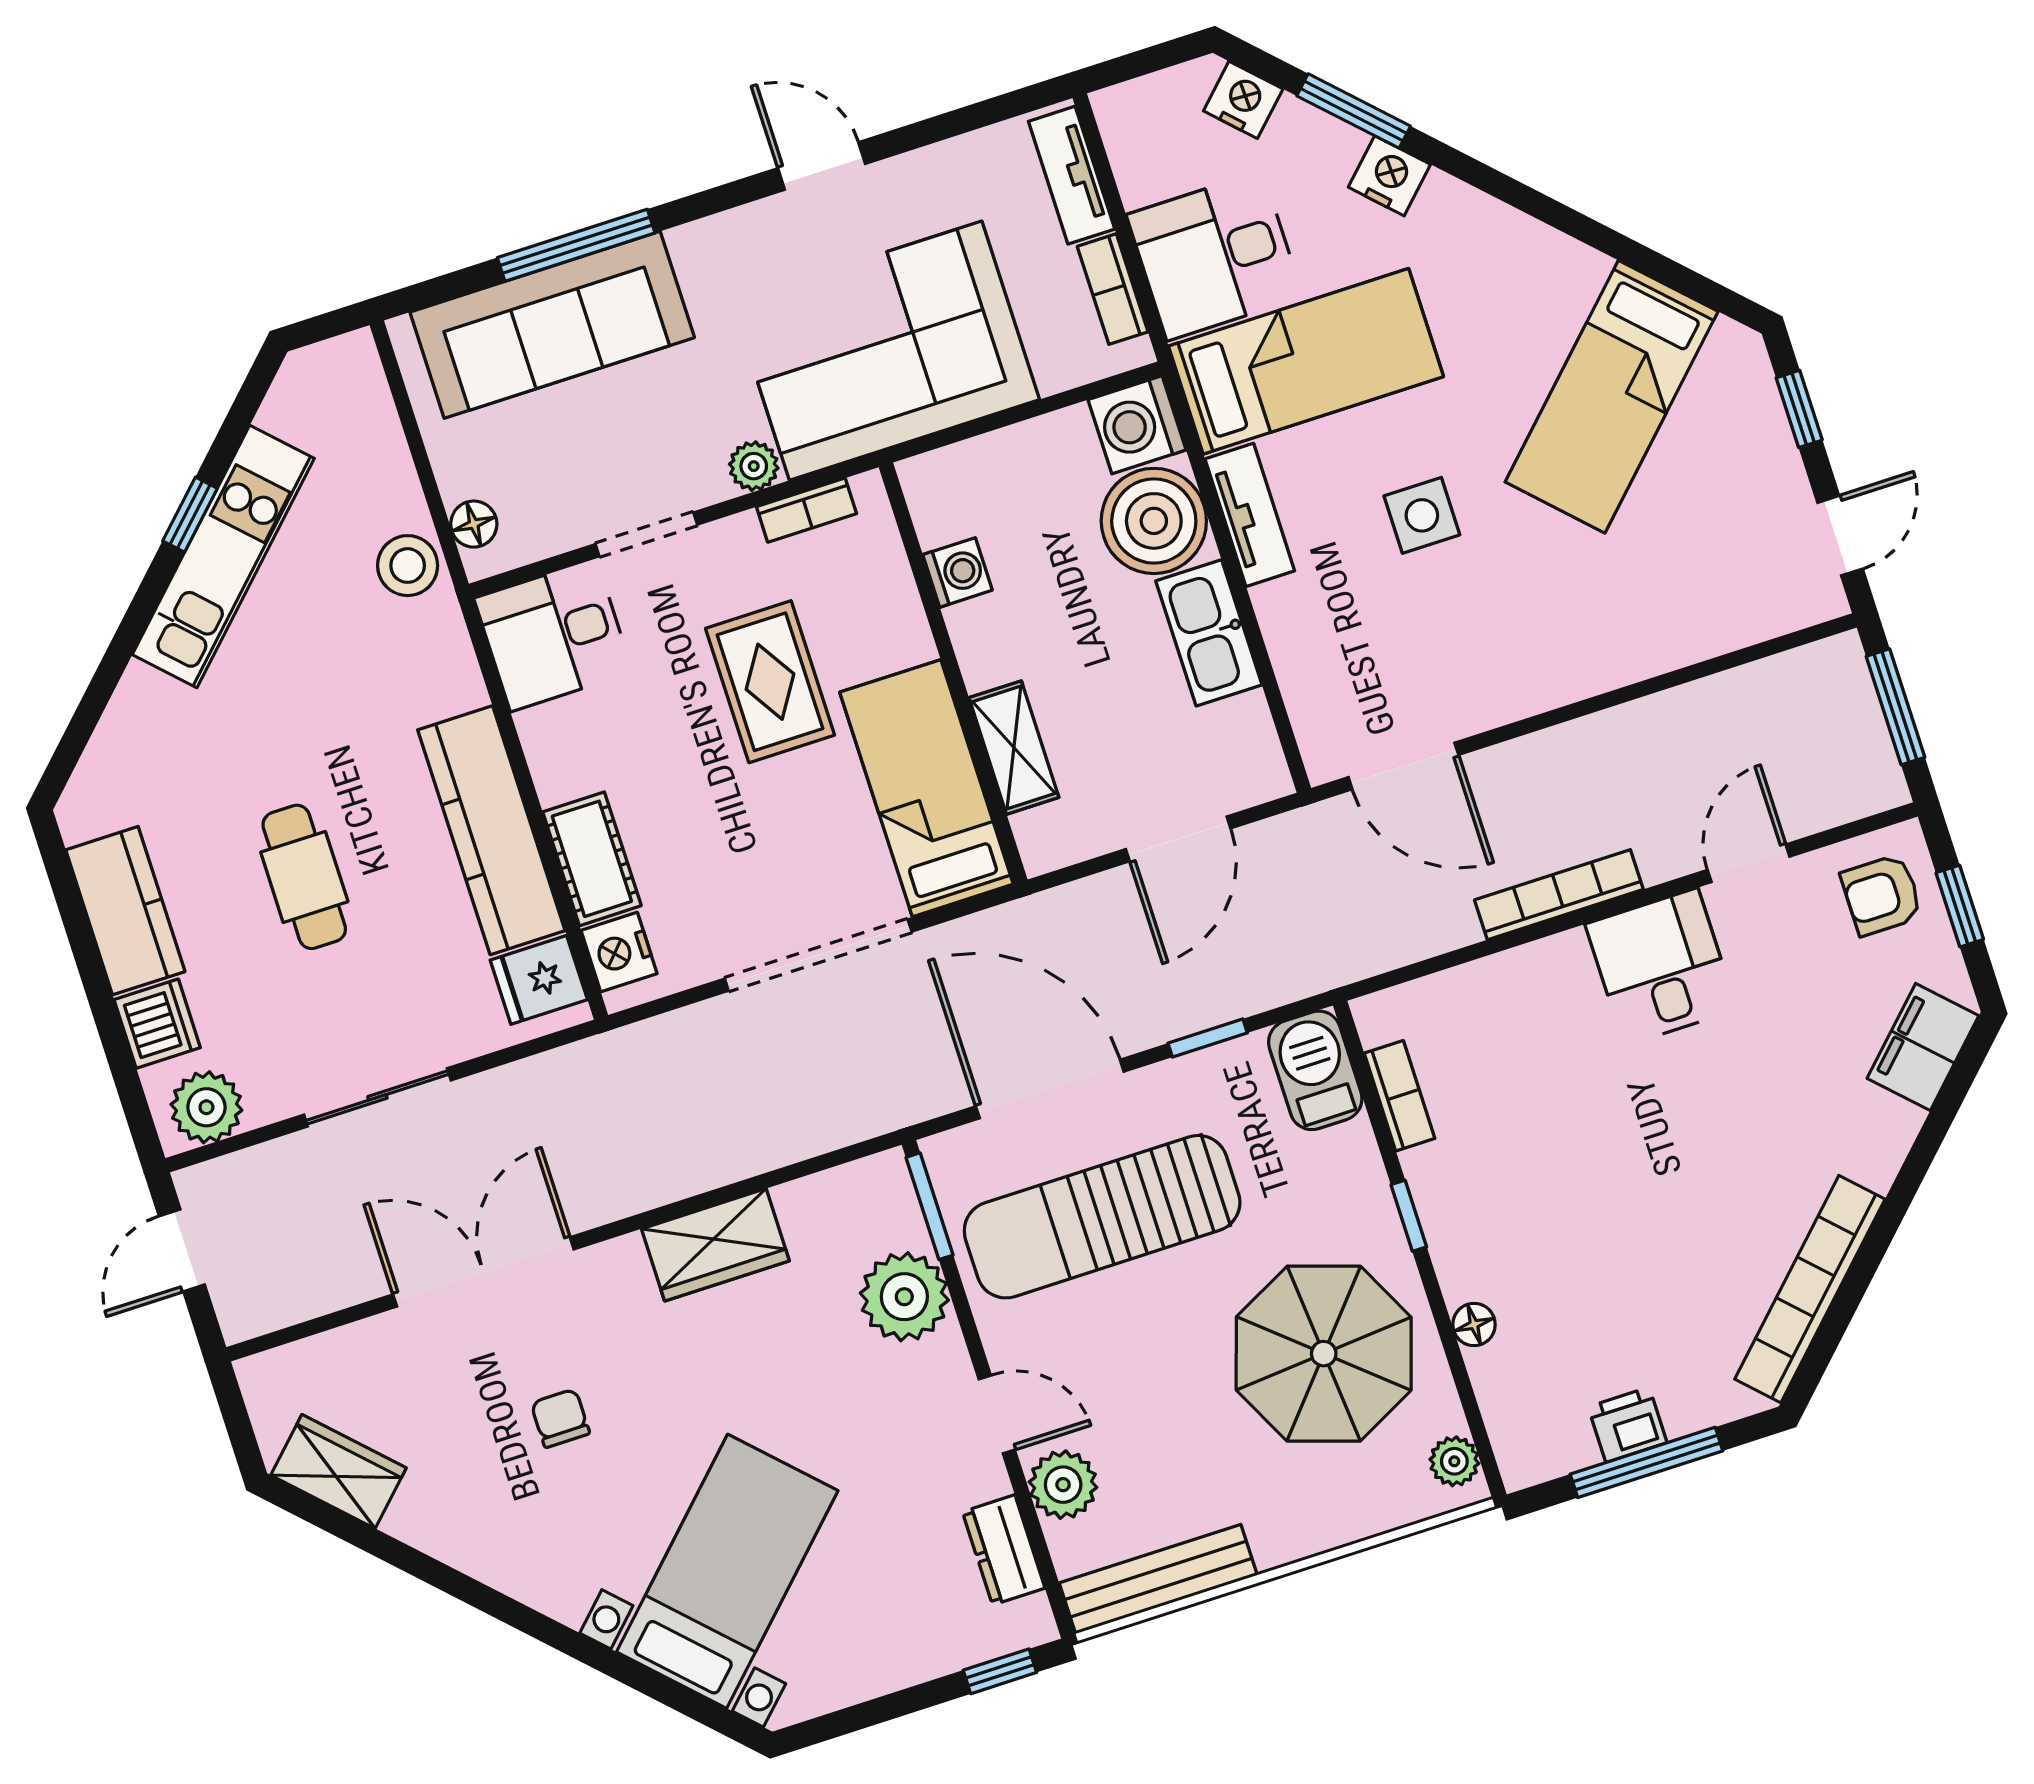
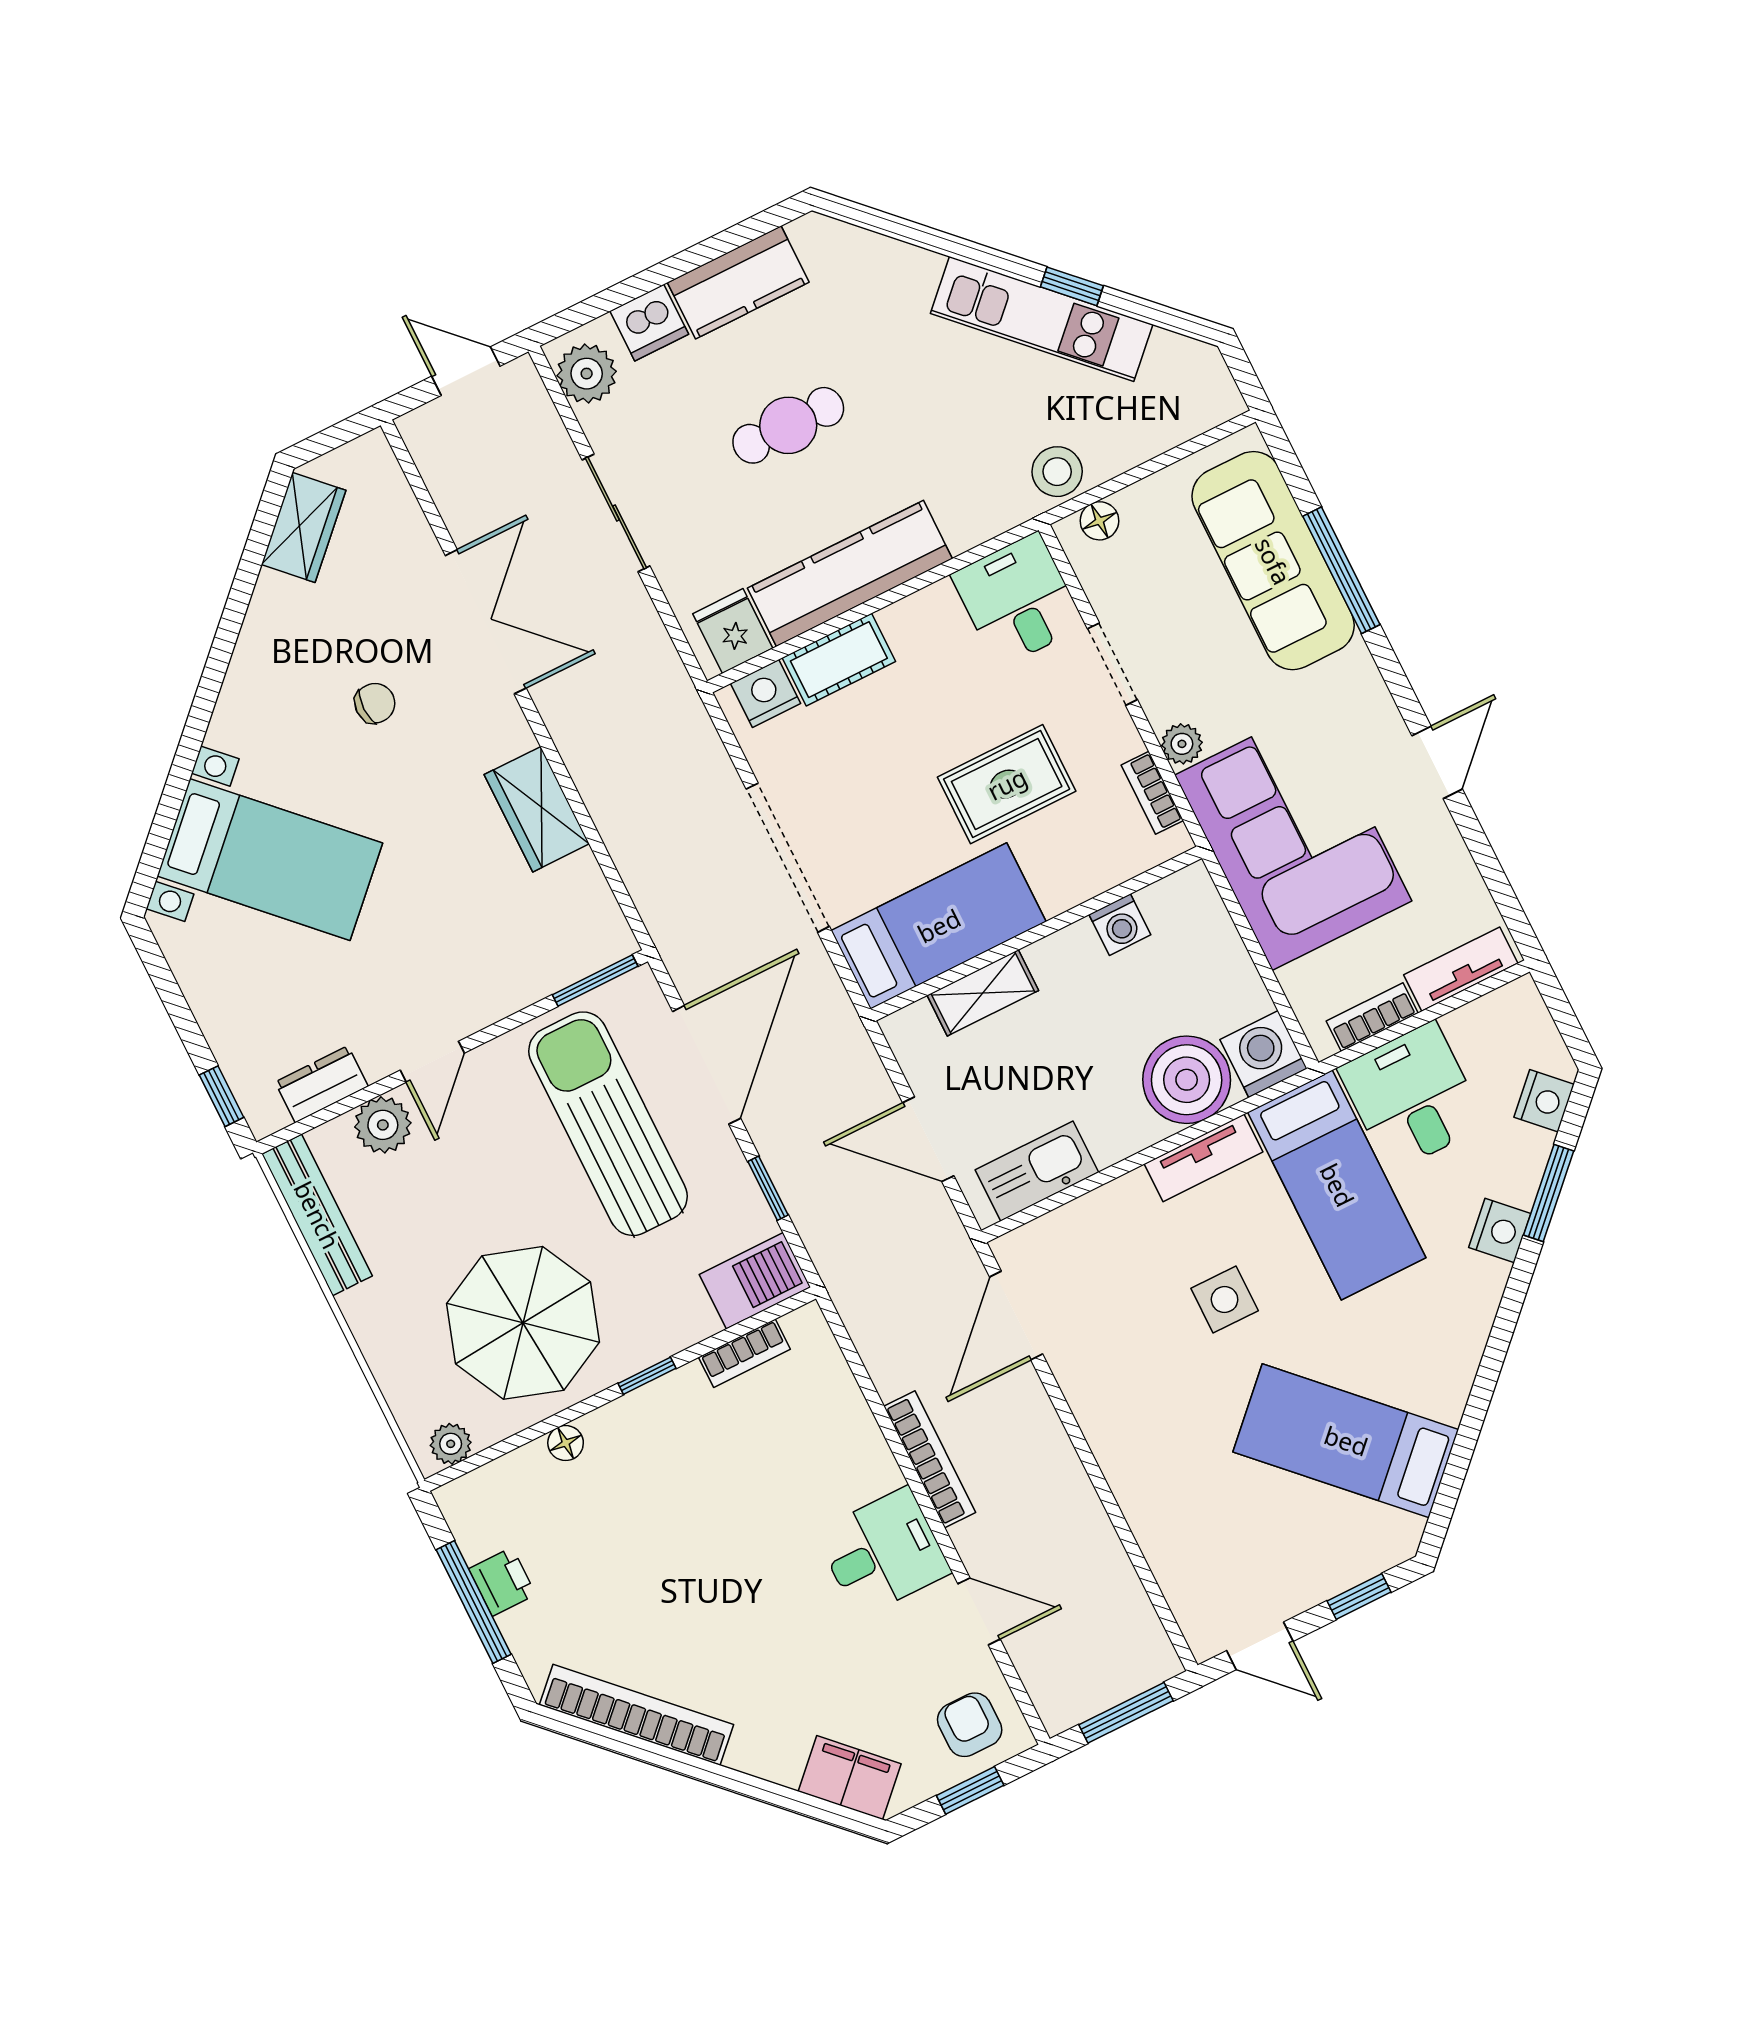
kitchen sink: (1209, 633) -> (1037, 1171), moved
plant: (904, 1297) -> (518, 971), removed

